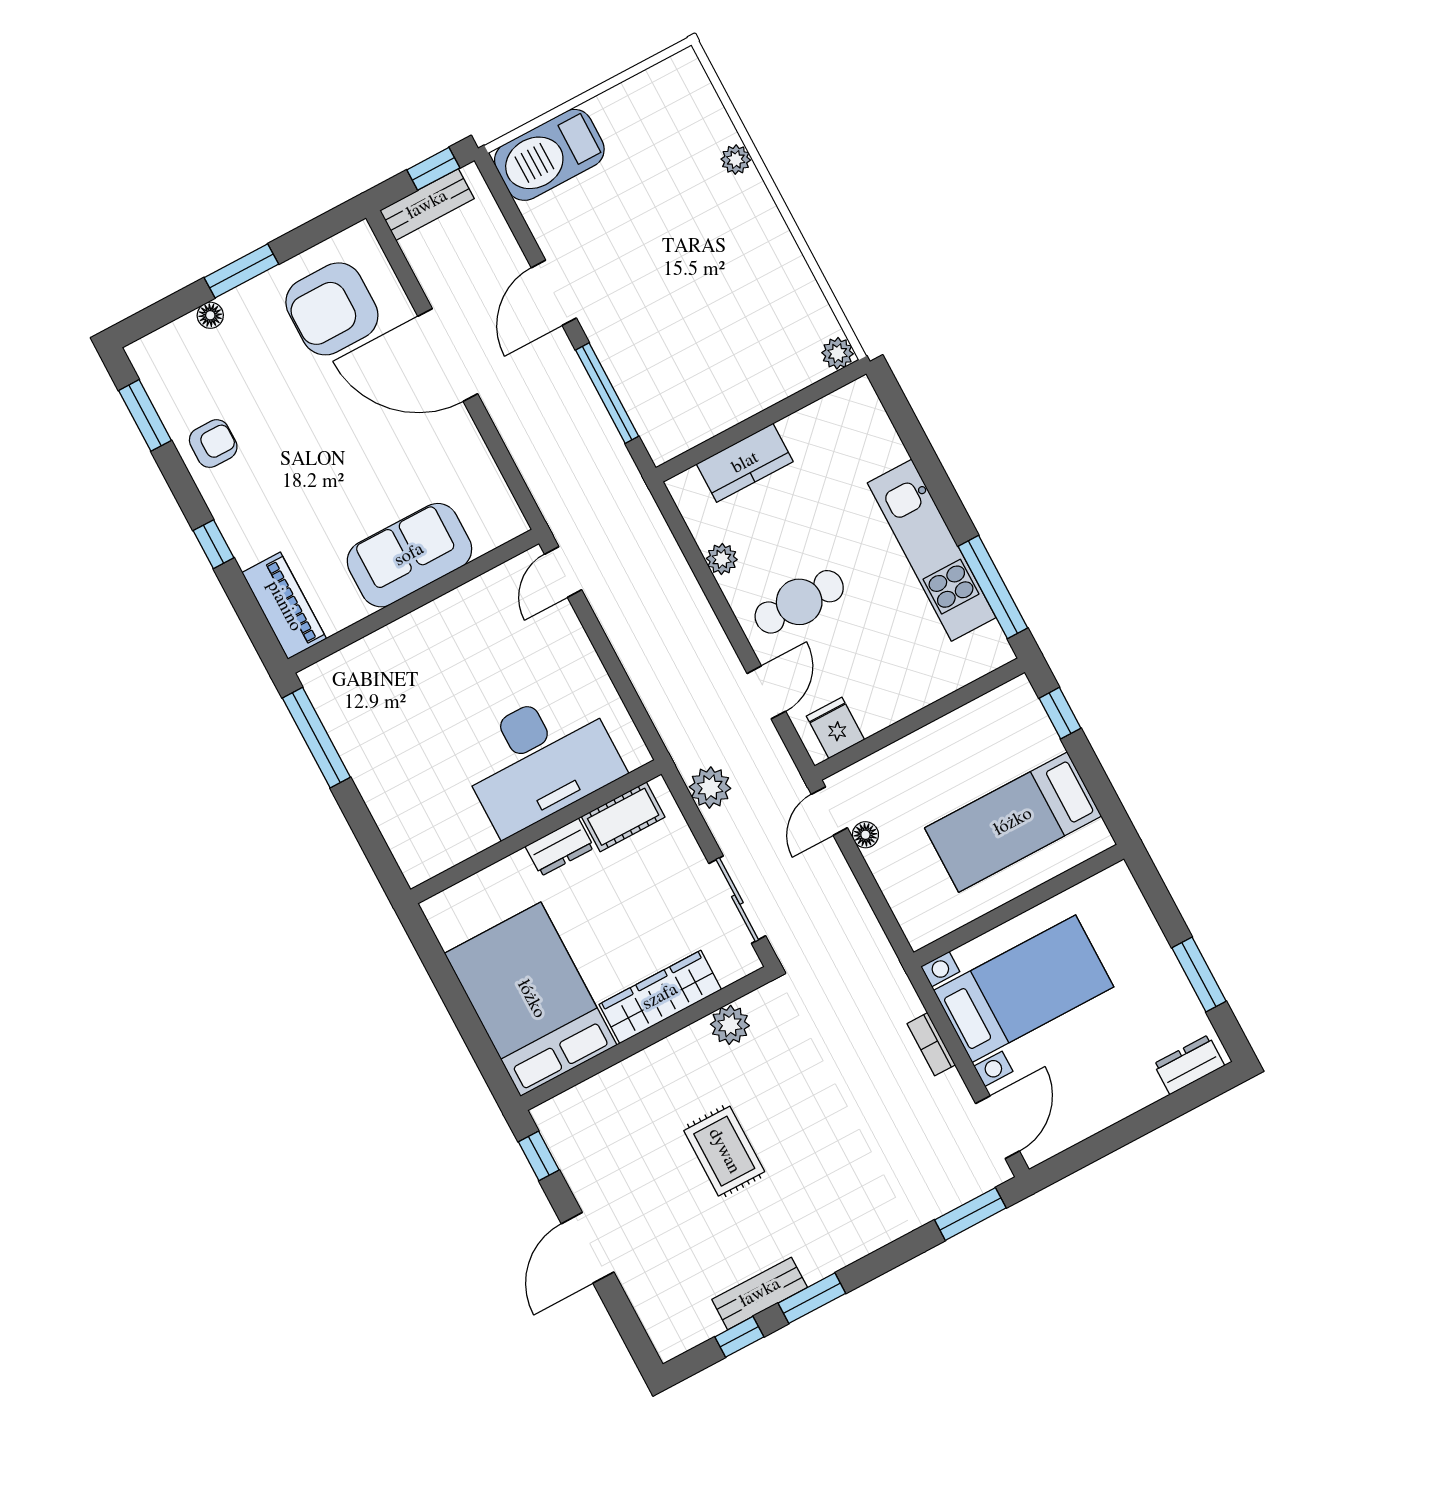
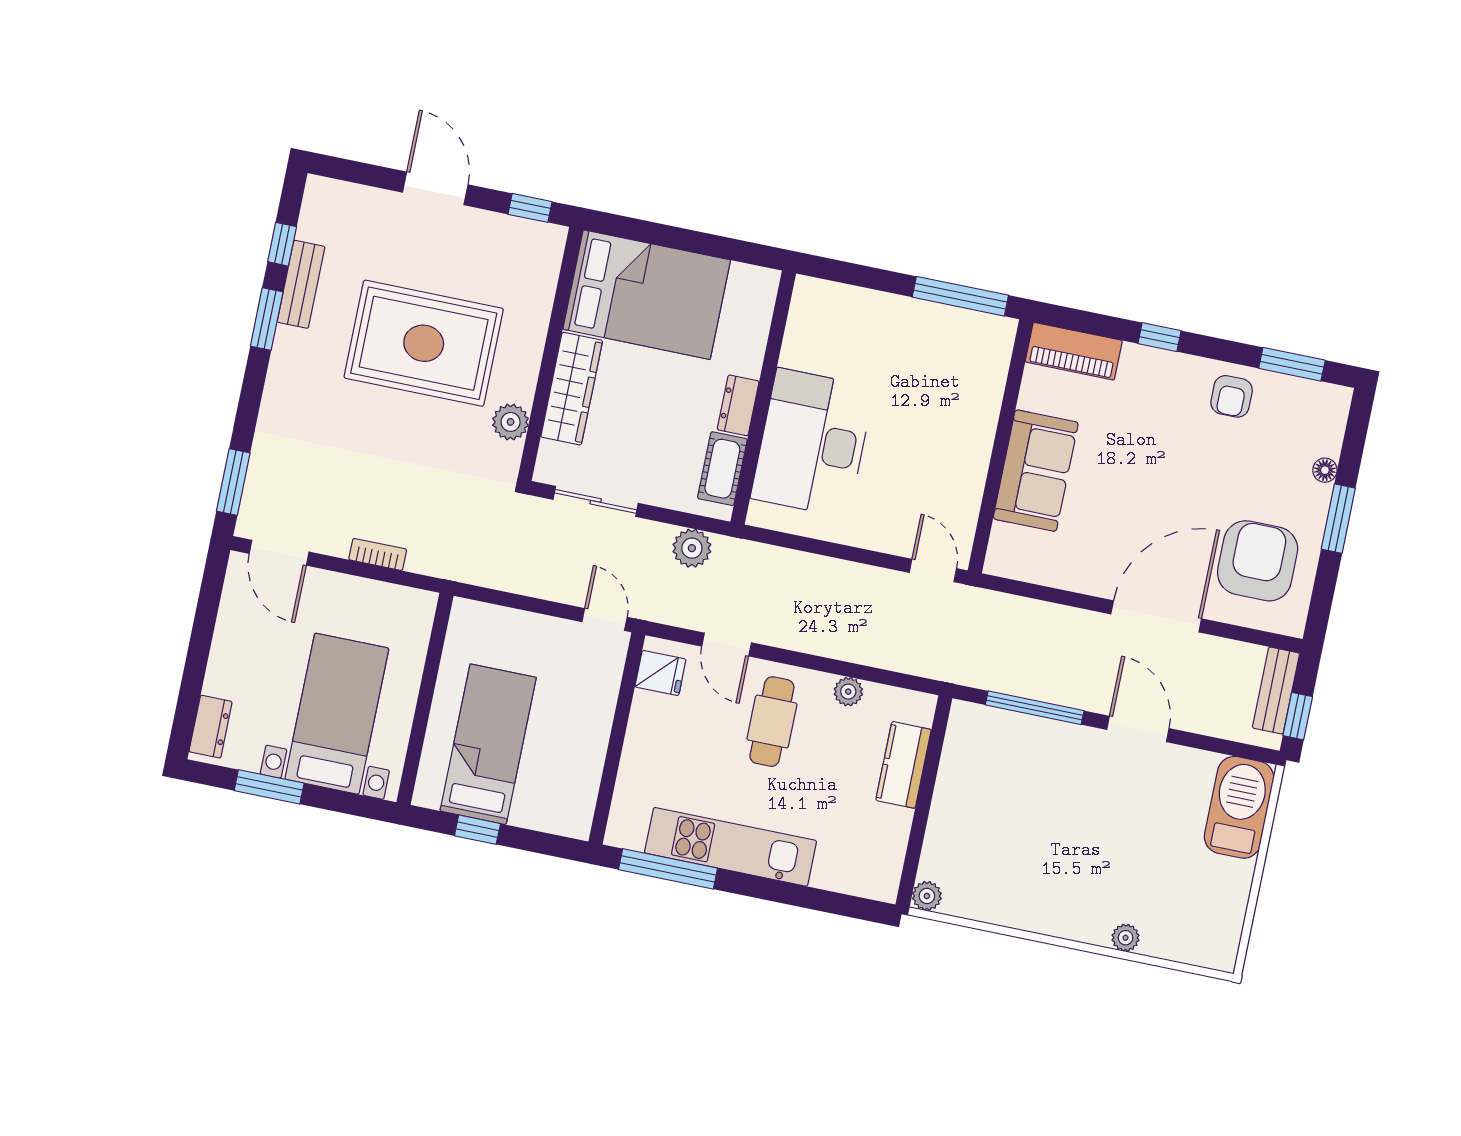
window: (1060, 713) -> (477, 830), moved
floor lamp: (865, 835) -> (566, 631), removed
bed with nightstands: (1024, 989) -> (337, 714), moved, turned 180
rug: (724, 1151) -> (424, 343), width x1.86, depth x2.06

